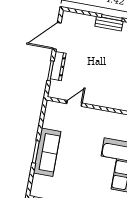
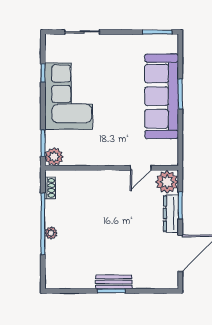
plant: (57, 90) -> (167, 182), added
sofa: (47, 152) -> (162, 96), width x1.36, depth x1.27

